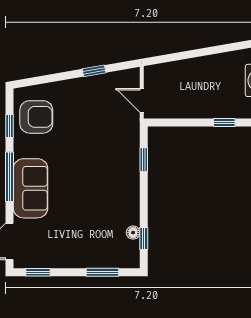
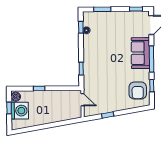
armchair: (36, 117) -> (138, 91), turned -90

